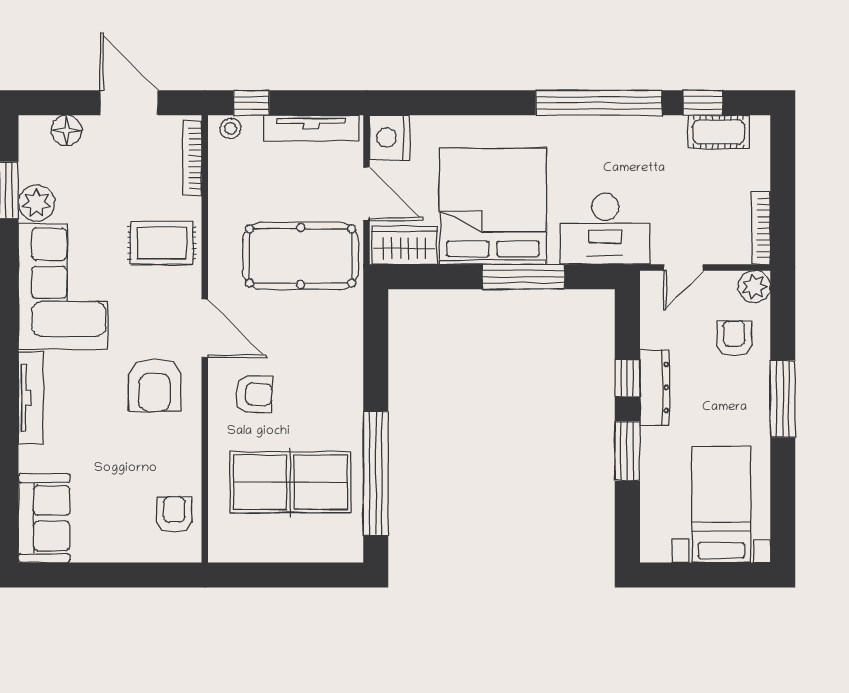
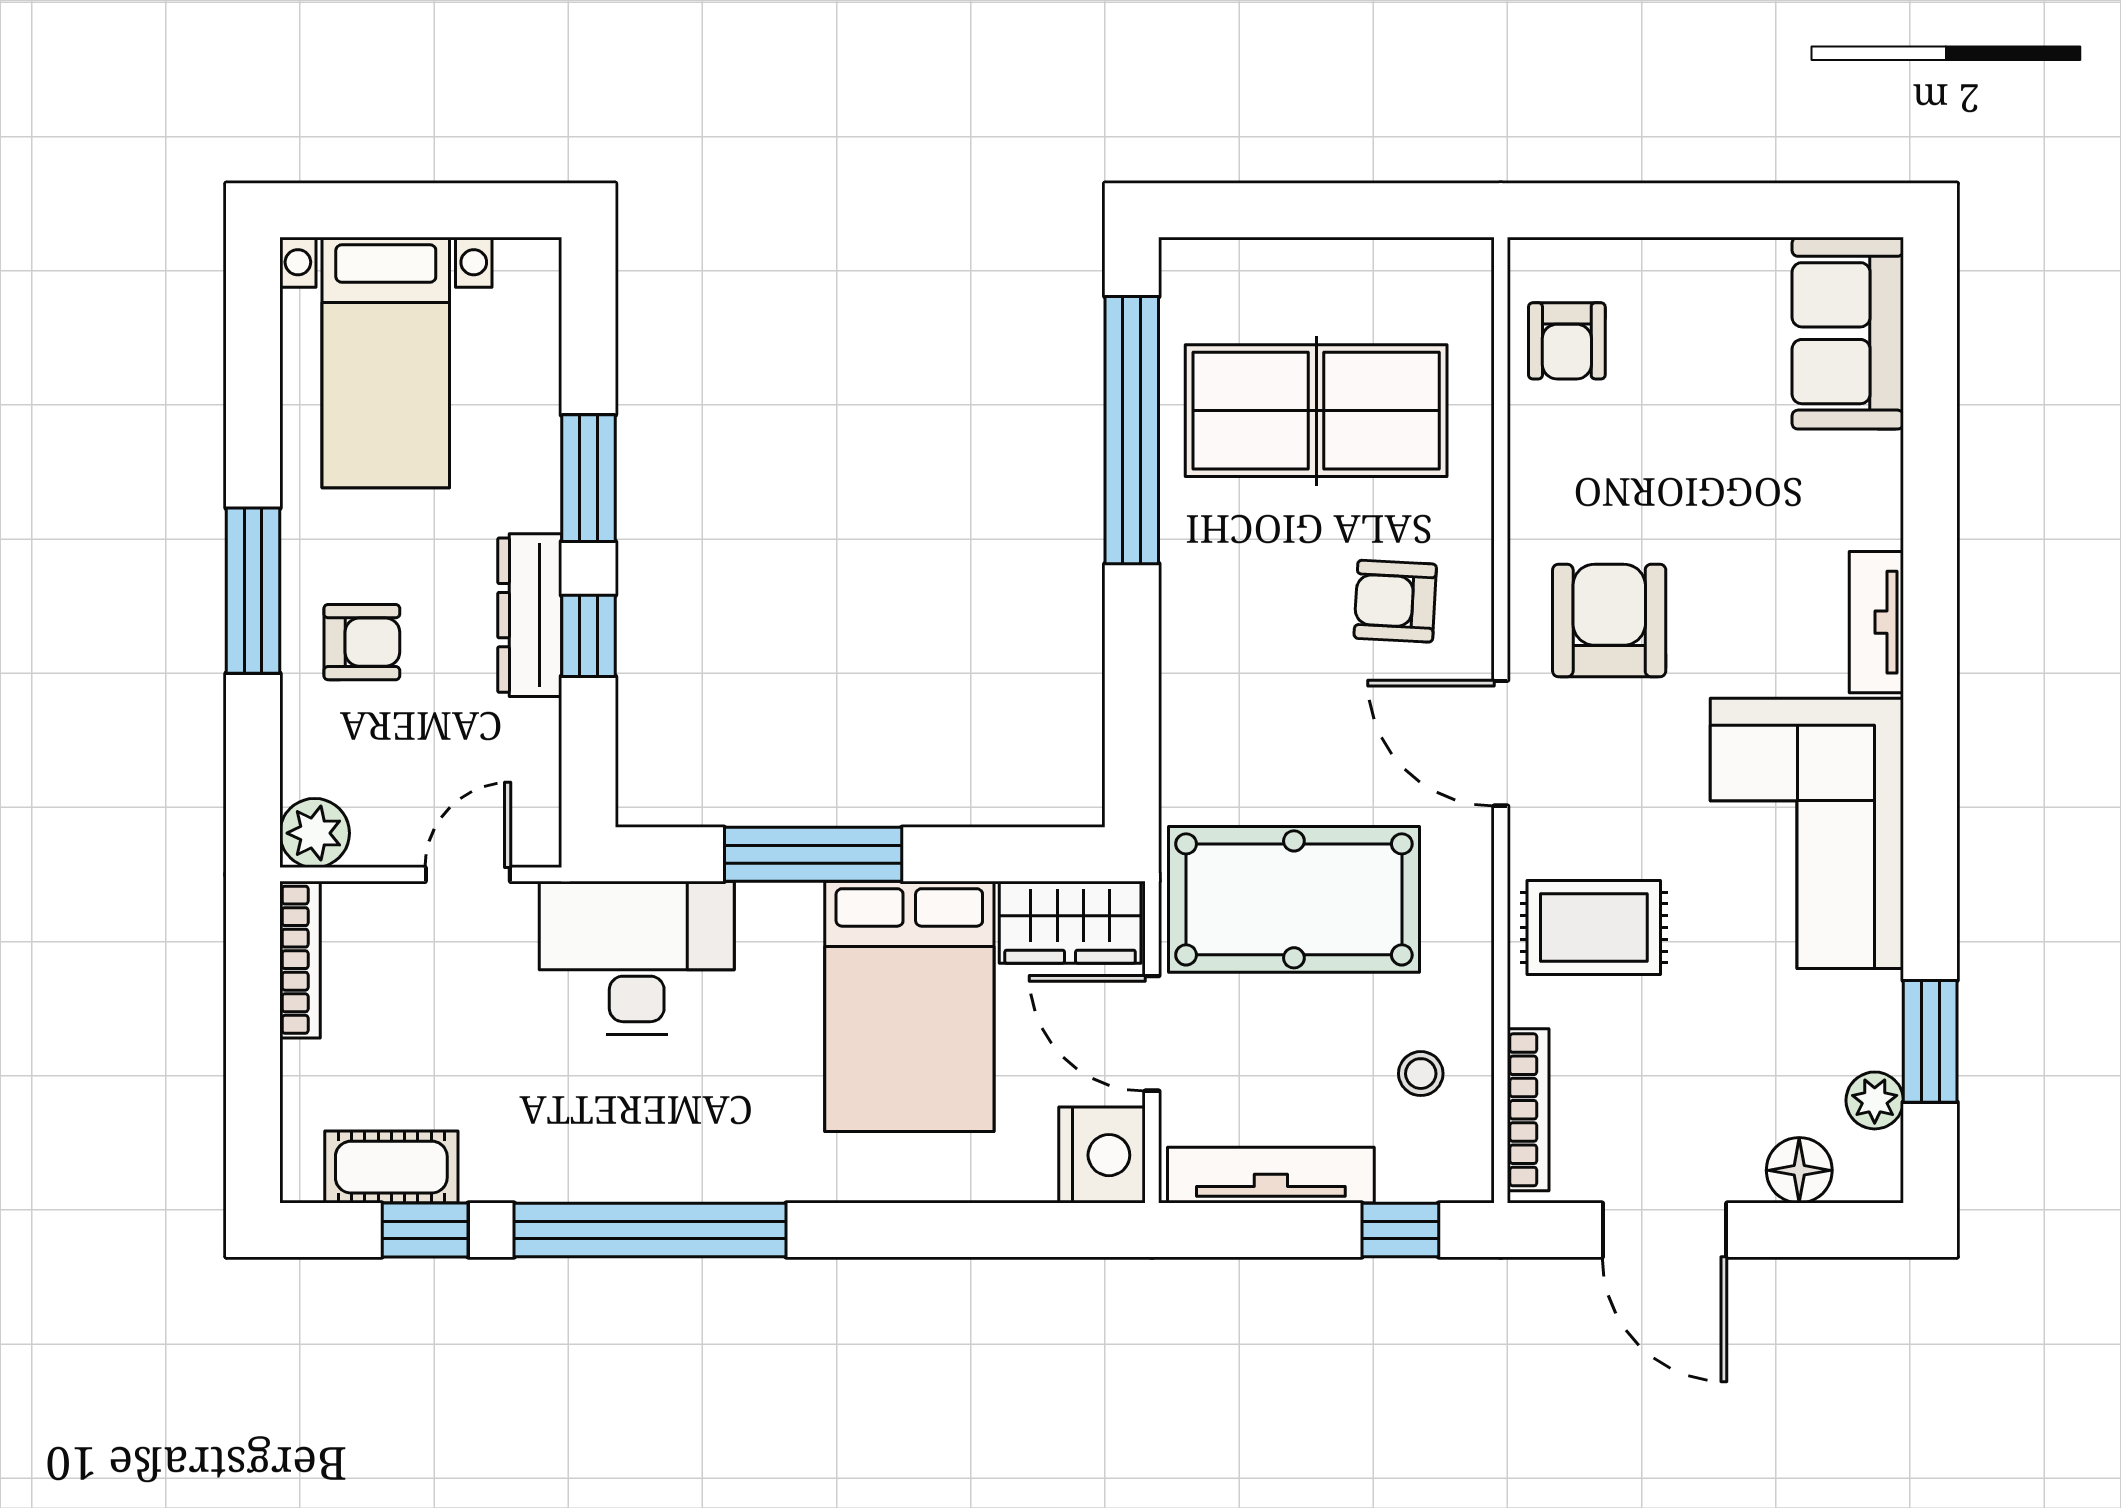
stool: (231, 128) -> (1421, 1074), moved
plant: (37, 203) -> (1875, 1100), moved, width x0.73, depth x0.73
bed: (493, 206) -> (909, 1006), width x0.73
armchair: (734, 338) -> (362, 642), moved, turned -90
tv unit: (31, 398) -> (1876, 622), width x0.71

